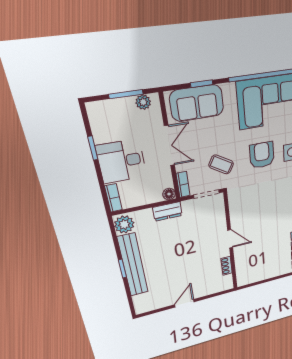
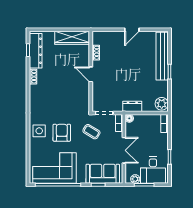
double door: (169, 146) -> (124, 150), swing flipped
armchair: (262, 155) -> (62, 133), turned 180
desk: (122, 161) -> (153, 170), moved, turned 90
bench: (133, 265) -> (162, 56), moved
wardrobe: (257, 274) -> (72, 38), added

